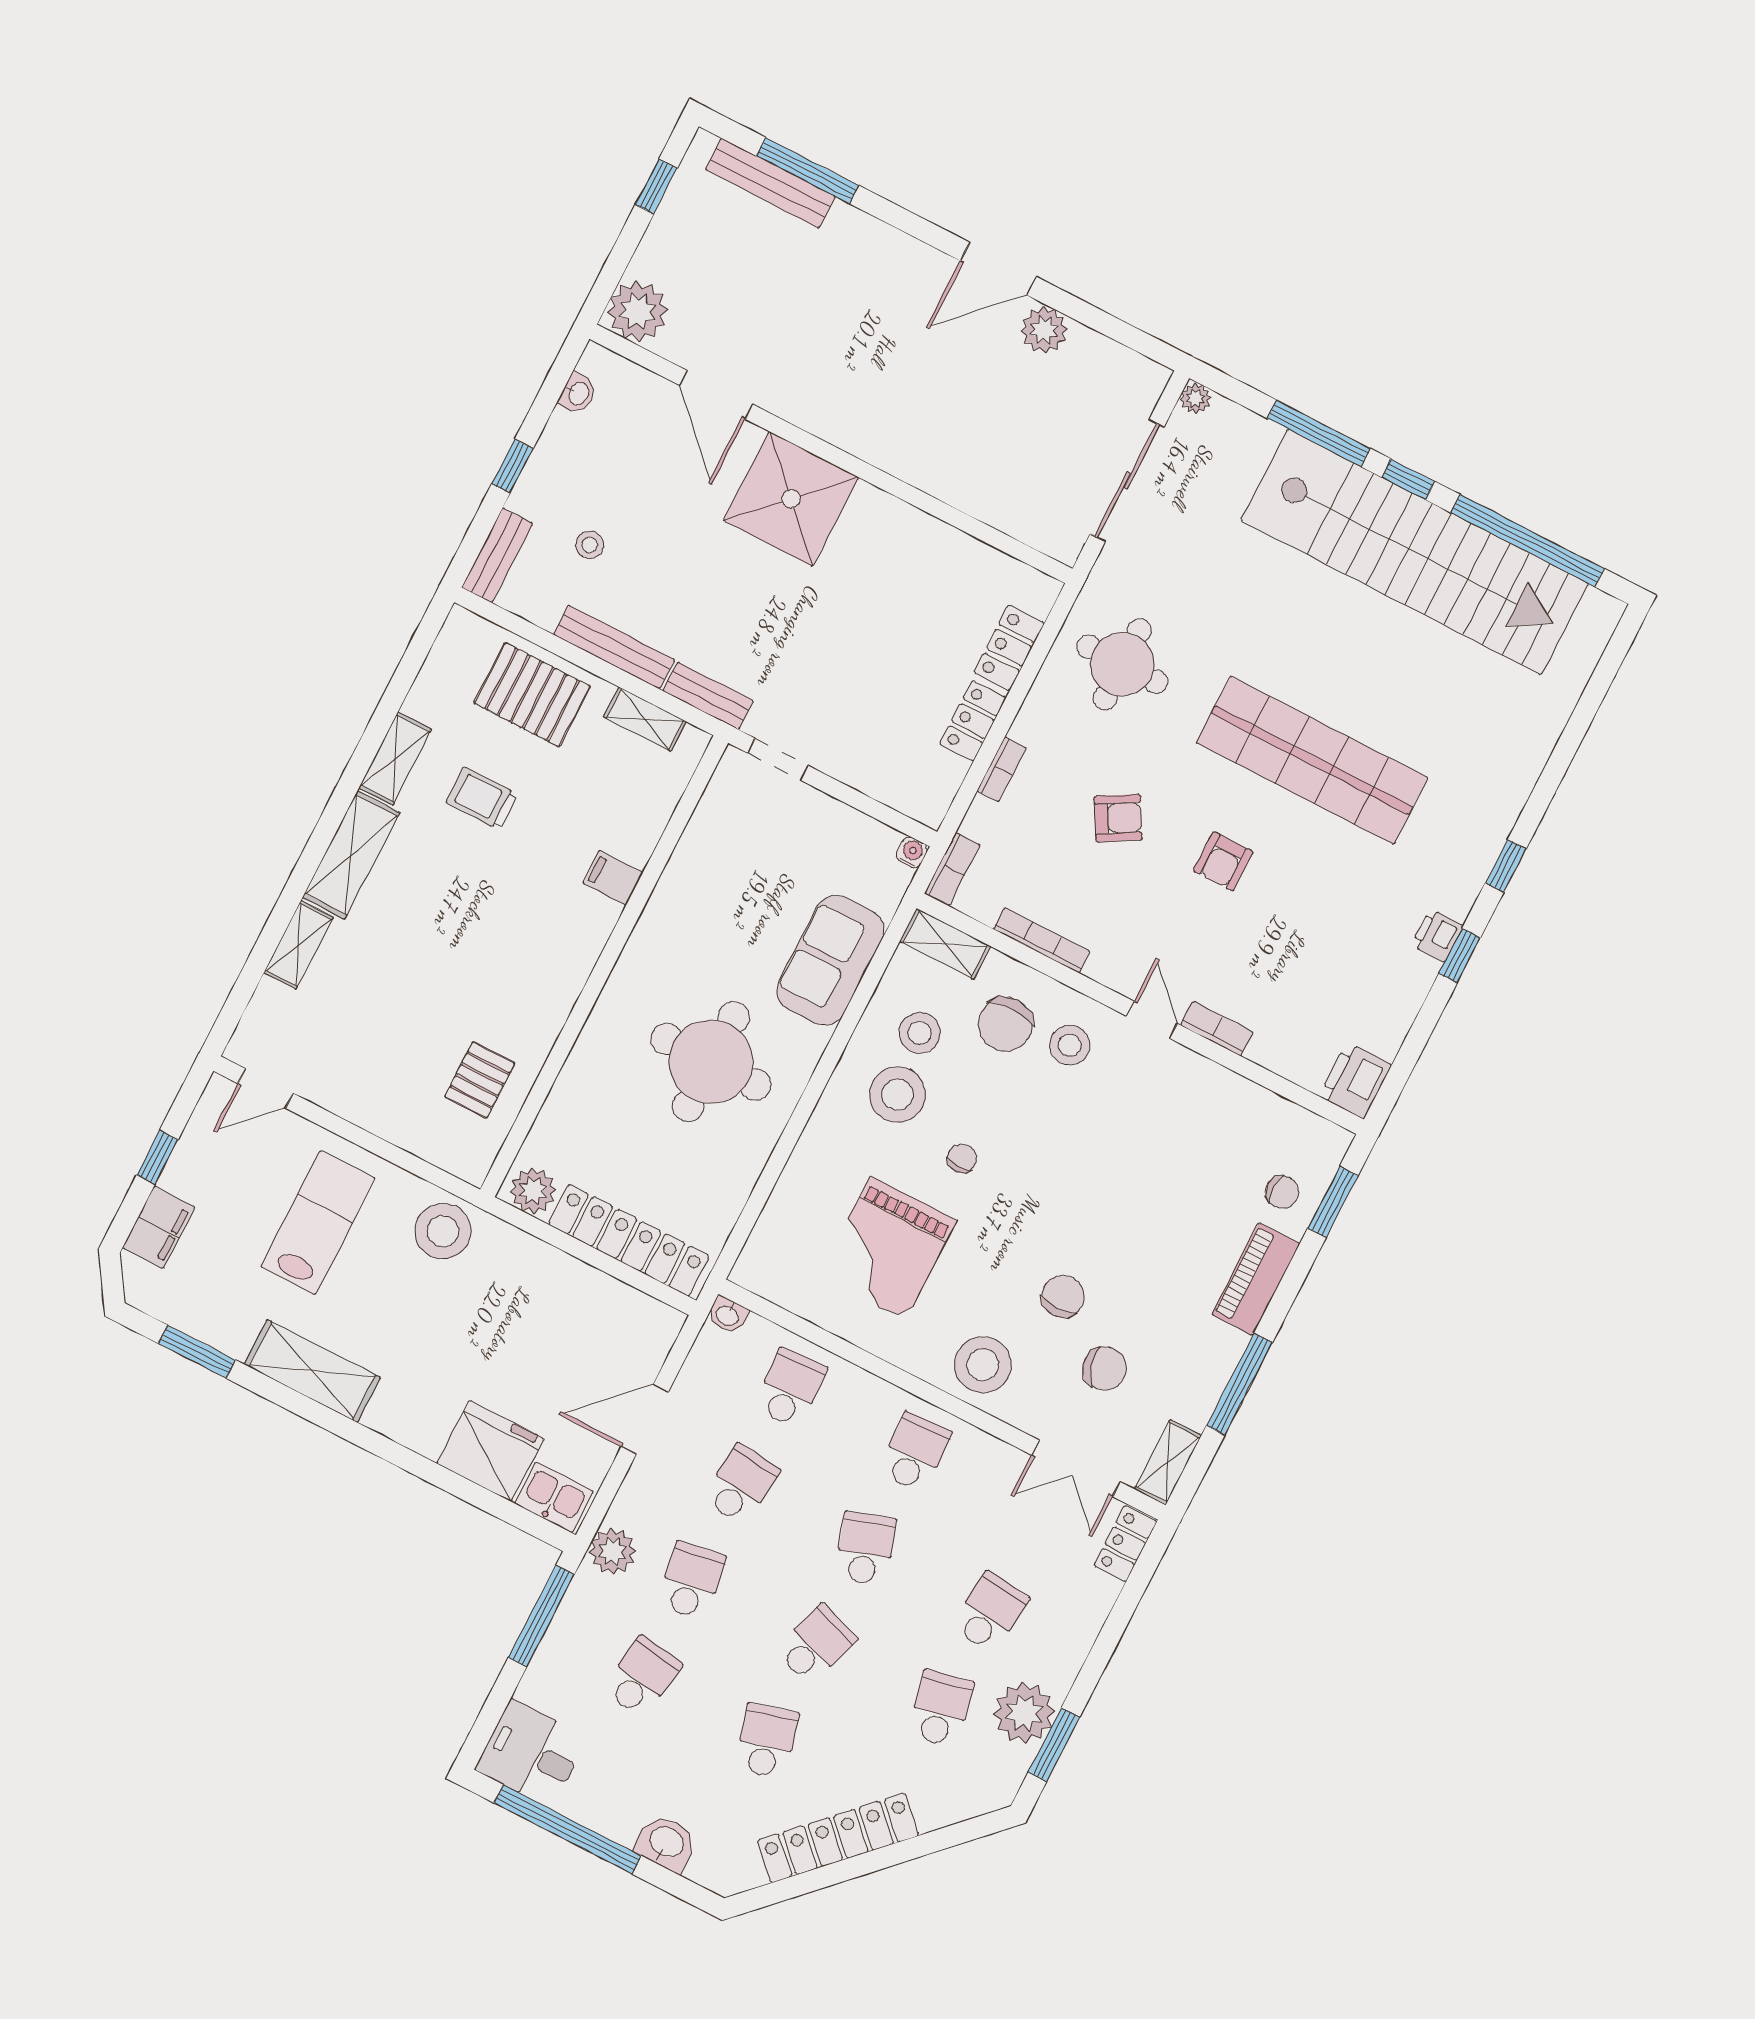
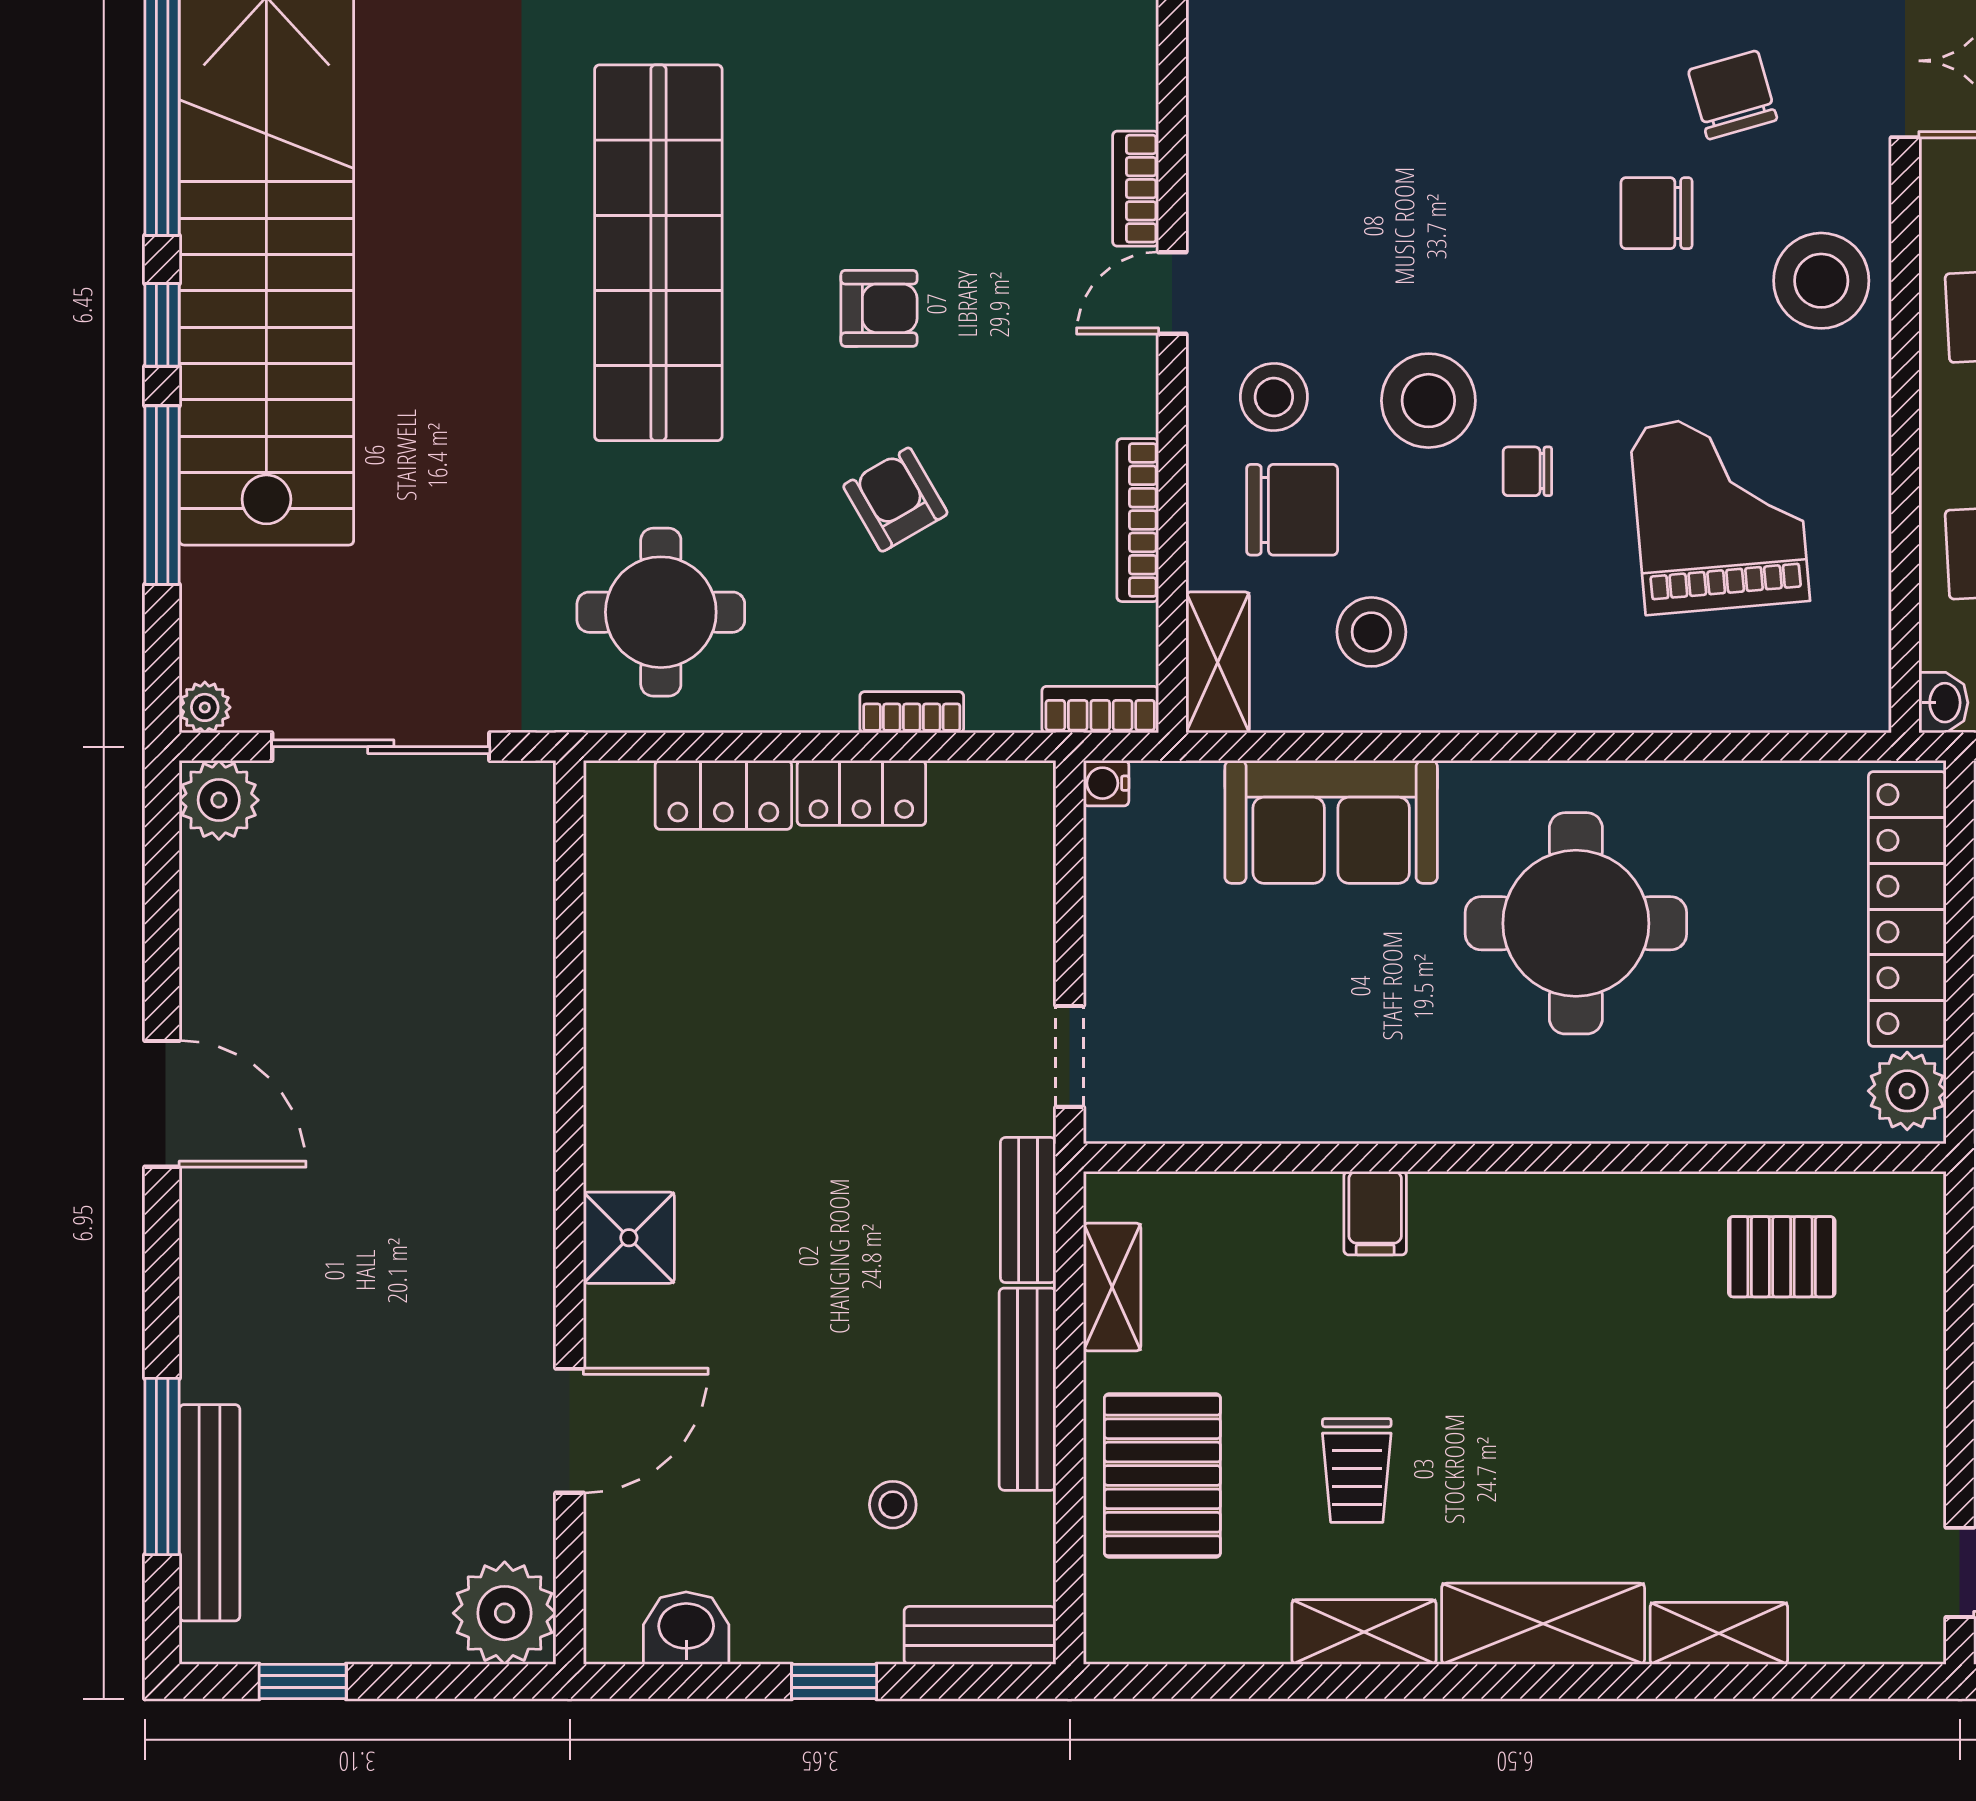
plant: (1044, 330) -> (219, 800), moved
washbasin: (578, 393) -> (686, 1628), width x1.38, depth x1.45
shower: (791, 499) -> (629, 1238), width x0.54, depth x0.54
stool: (897, 1095) -> (1428, 401), moved
grand piano: (888, 1248) -> (1720, 513), turned -95

